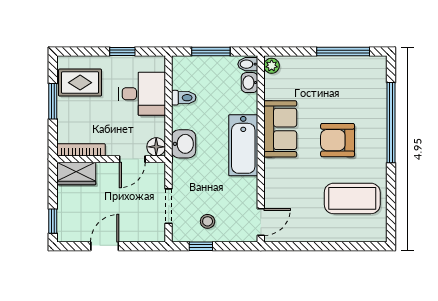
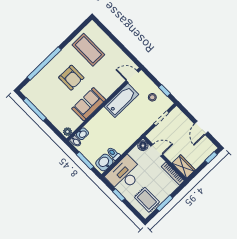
desk: (142, 94) -> (125, 174), width x1.37
washbasin: (184, 144) -> (104, 162), moved
bathtub: (243, 145) -> (121, 100), moved
door: (105, 246) -> (201, 128), hinge flipped

